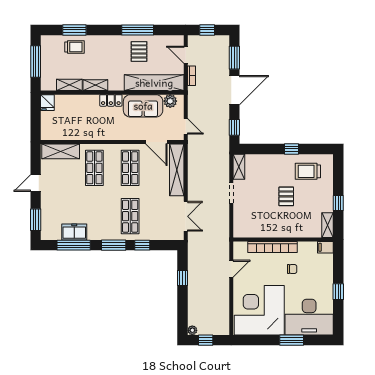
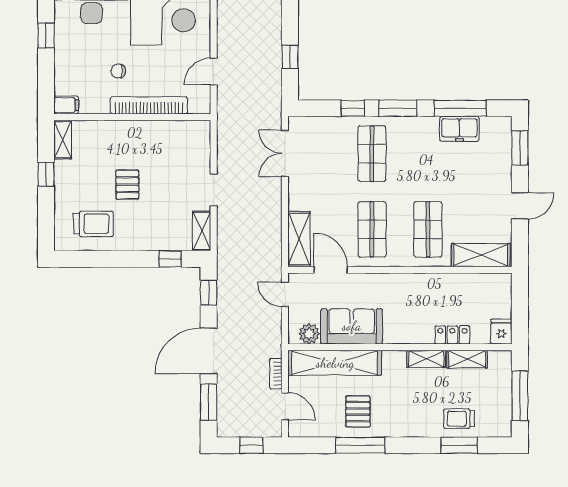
locker: (111, 100) -> (452, 335), moved
window: (292, 149) -> (170, 259), moved
shelving: (177, 170) -> (299, 239), width x0.68

